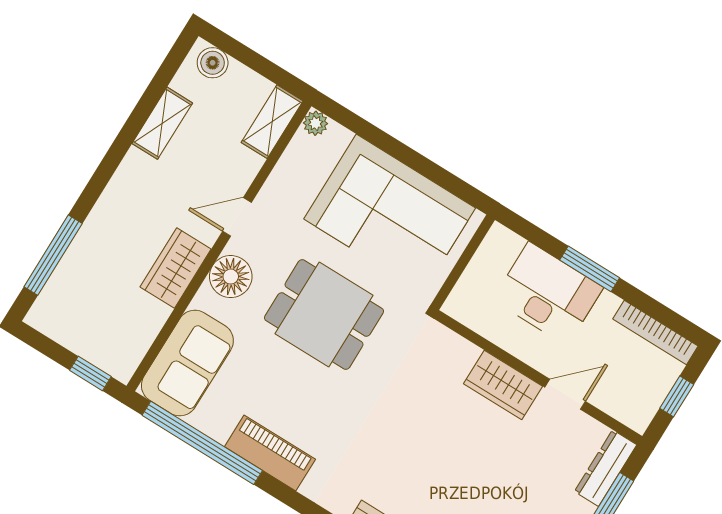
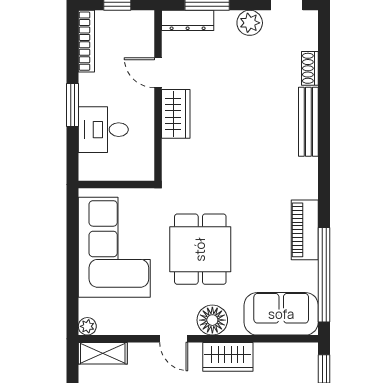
desk: (548, 294) -> (103, 130), width x0.73

